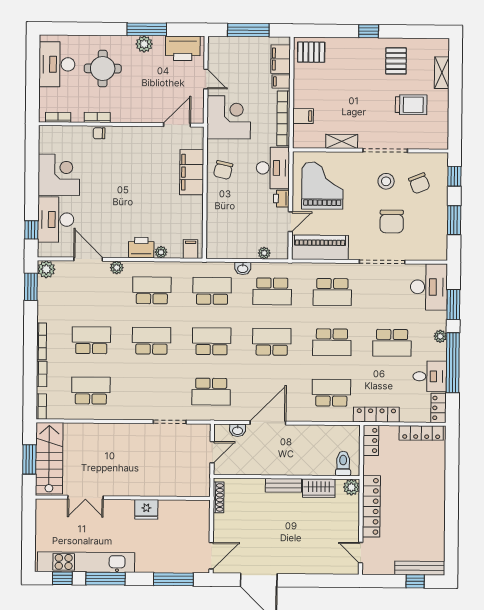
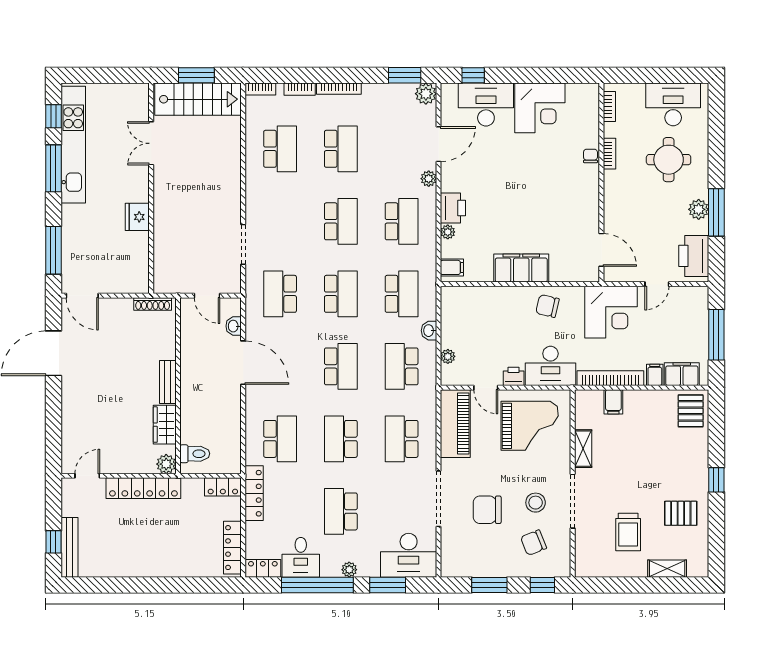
filing cabinet: (192, 172) -> (521, 268), moved

